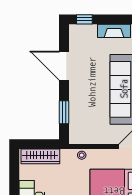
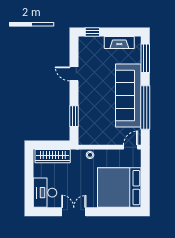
door: (64, 66) -> (74, 74), width x0.53

